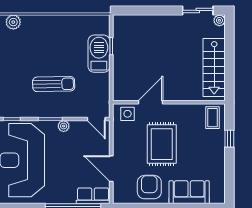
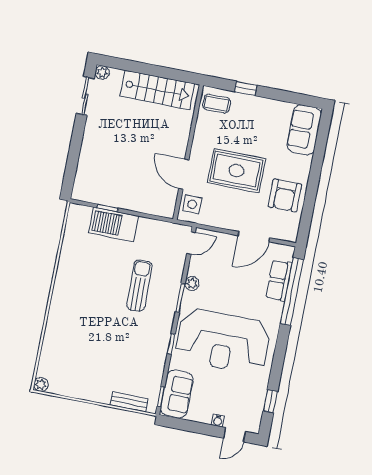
plant: (13, 22) -> (56, 319), removed
armchair: (149, 187) -> (285, 195), turned -90
sofa: (189, 192) -> (304, 130), moved
row of seats: (93, 196) -> (279, 281), moved

